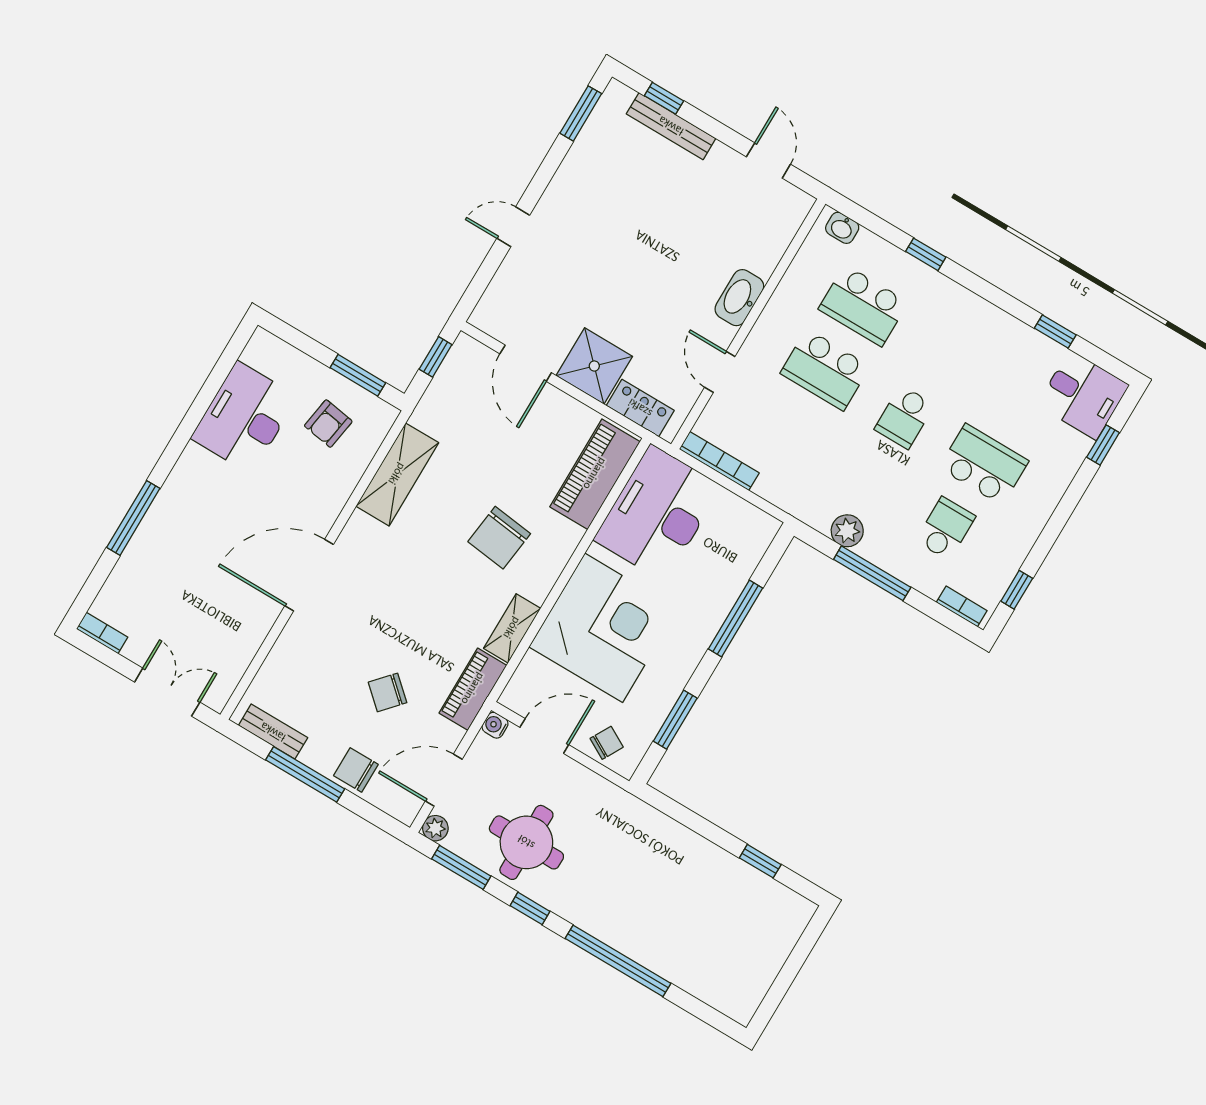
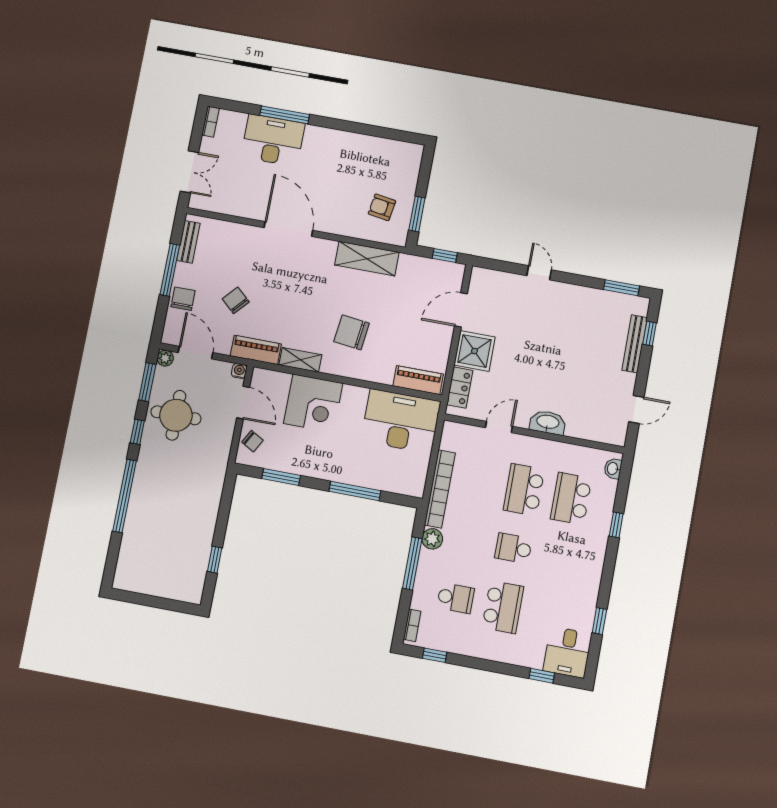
desk: (244, 418) -> (273, 140), moved
bookcase: (719, 461) -> (440, 489), moved, width x1.48, depth x1.31
piano: (595, 474) -> (418, 380), width x0.73, depth x0.75
corner desk: (604, 628) -> (313, 403), width x0.74, depth x0.74

